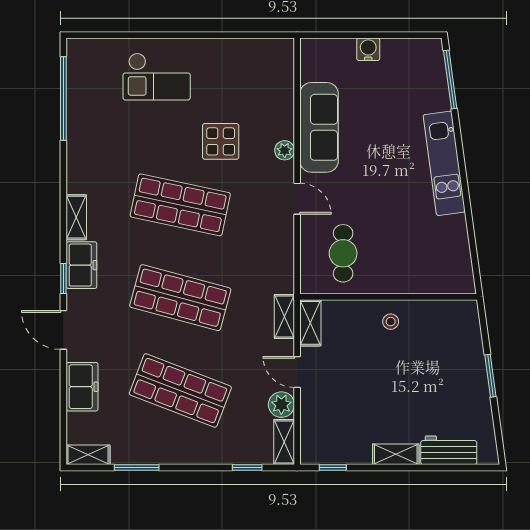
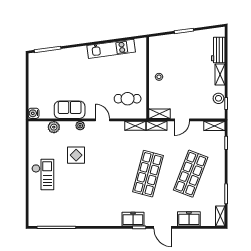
water cooler: (368, 49) -> (34, 113), moved
checkout: (157, 77) -> (43, 175), moved
sofa: (319, 127) -> (70, 110), width x0.73
kitchen unit: (444, 163) -> (111, 49), moved
door: (297, 199) -> (102, 120), hinge flipped
shop shelf: (180, 205) -> (105, 174), removed
shelving: (76, 217) -> (135, 126), moved
door: (63, 330) -> (163, 227), hinge flipped
plant: (281, 405) -> (54, 127), moved
stool: (344, 451) -> (218, 98), added

